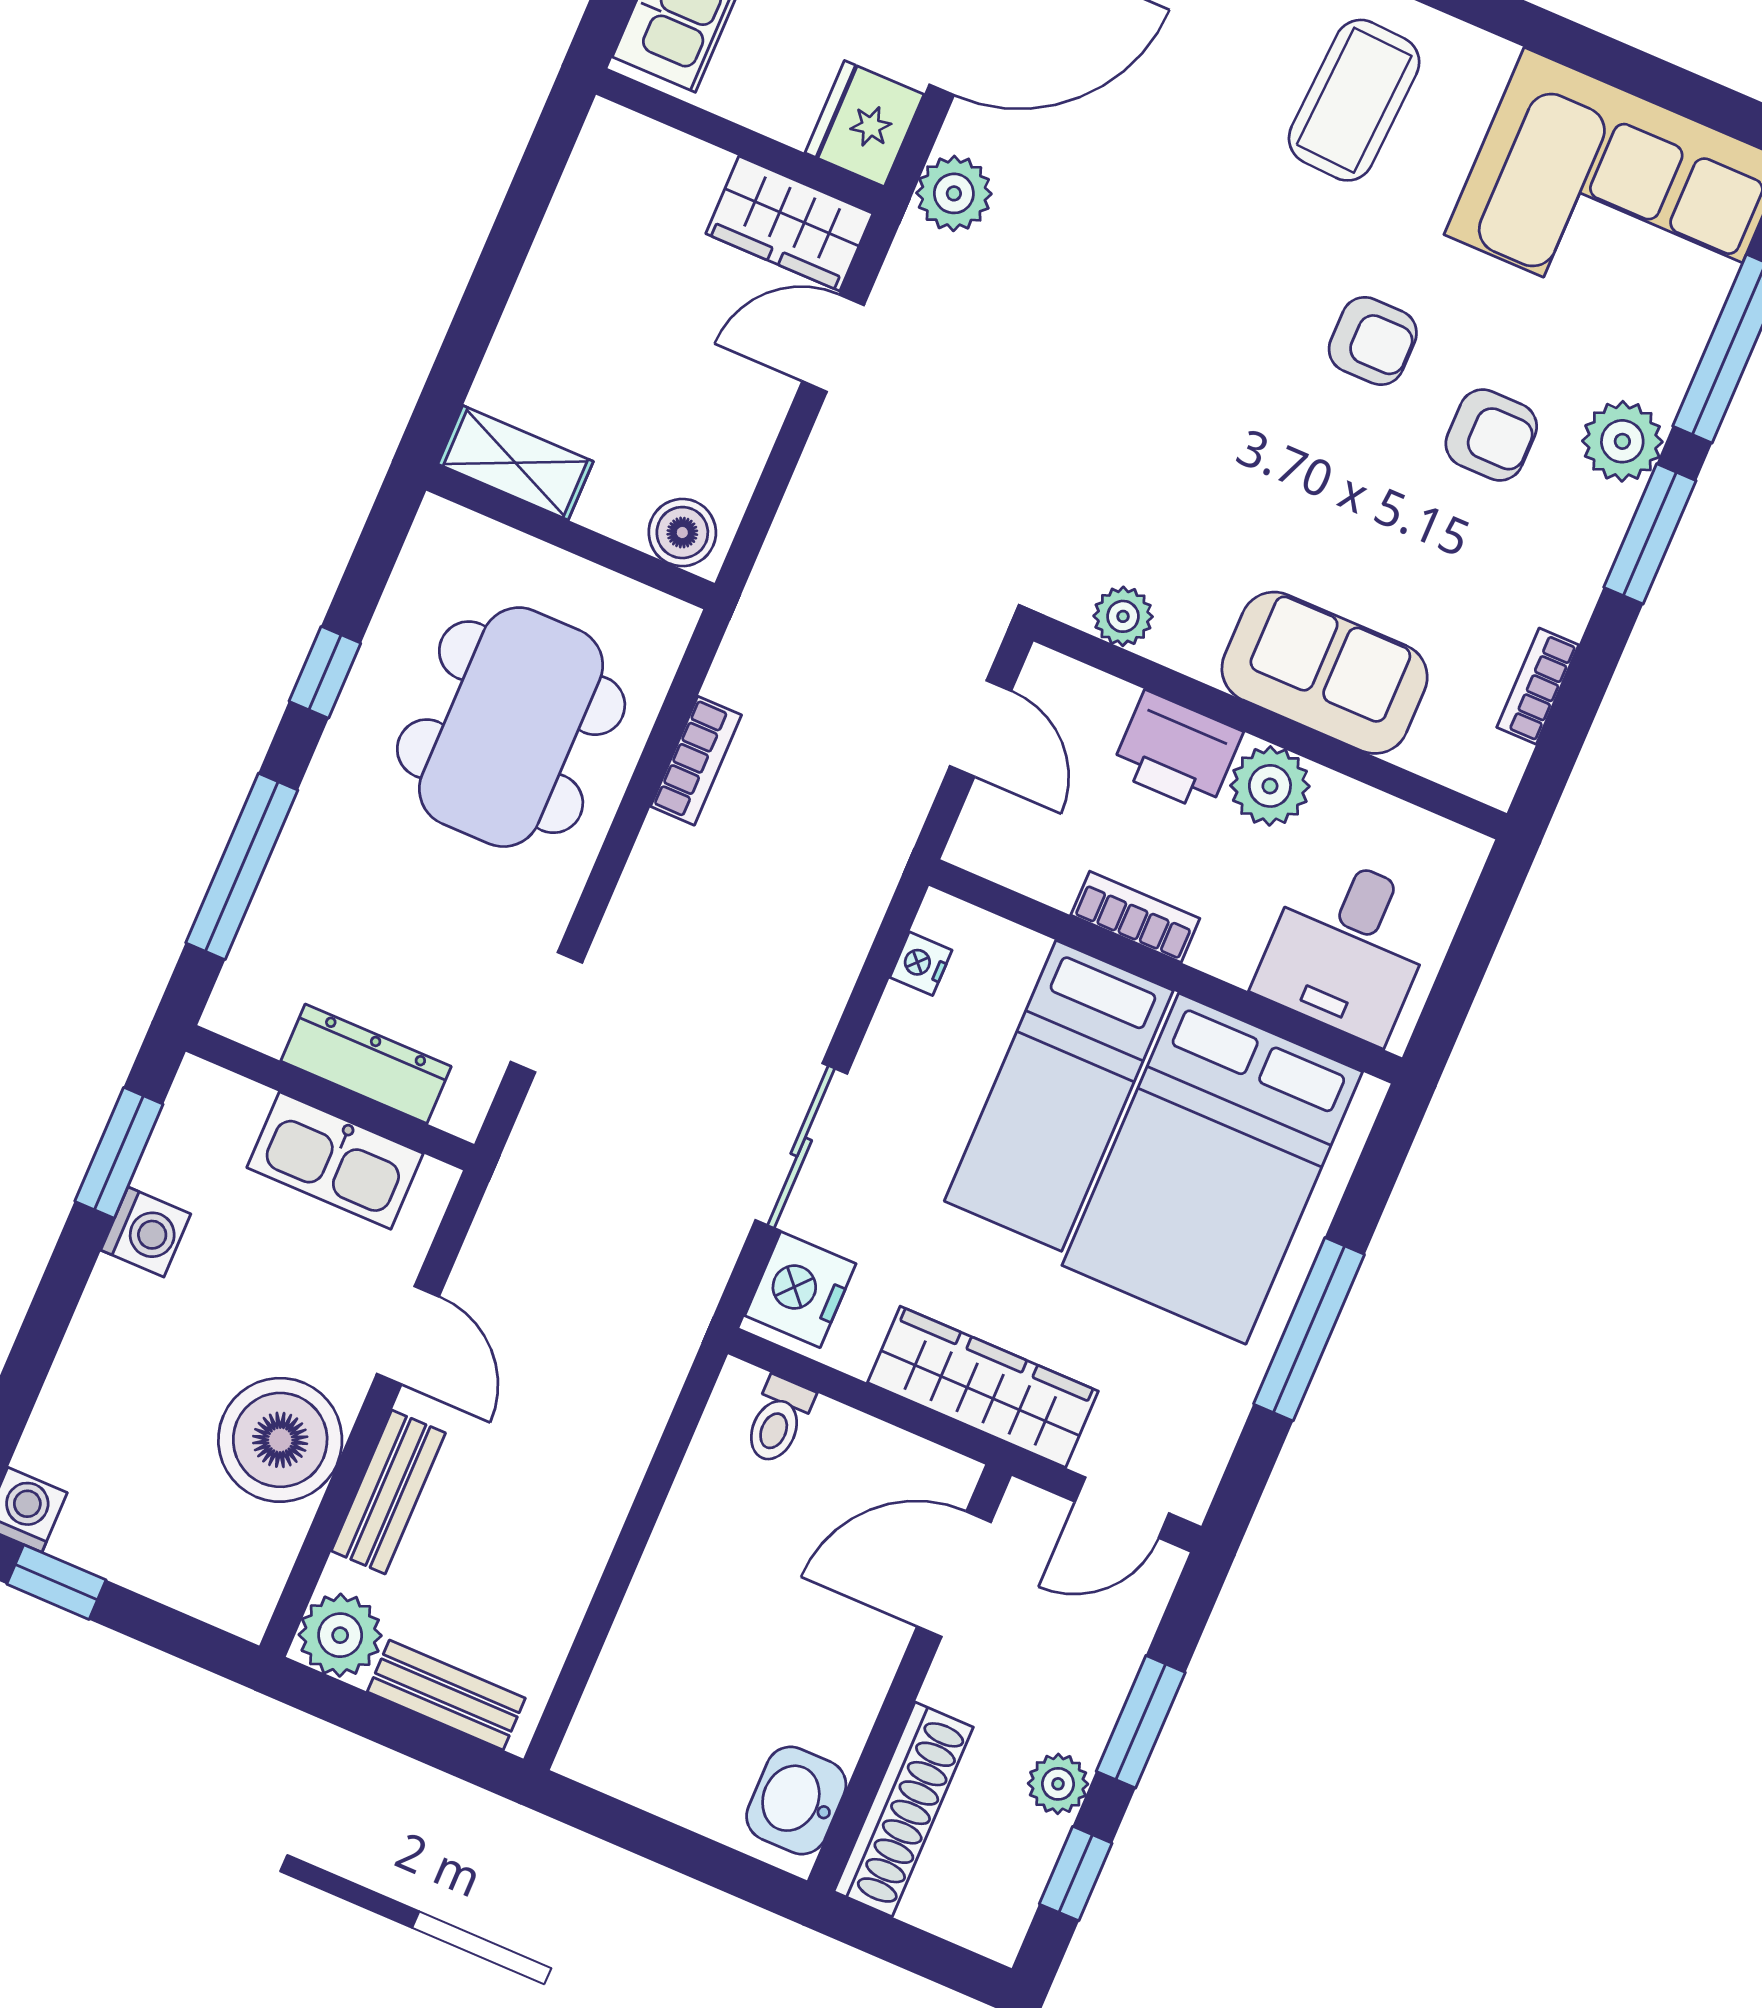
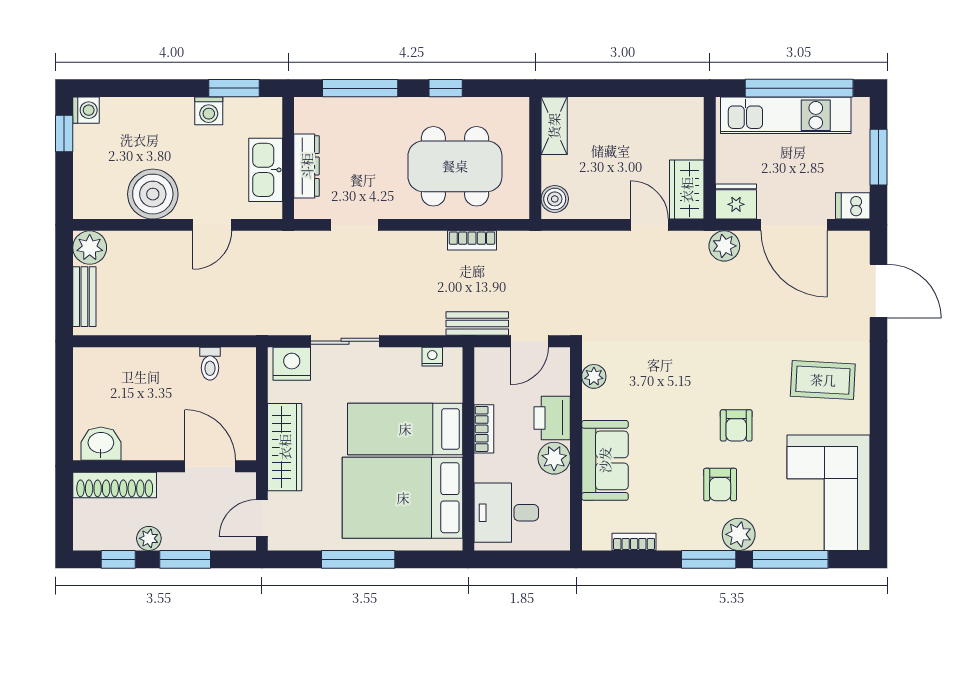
toilet: (778, 1420) -> (210, 364), moved, turned -90
bench: (388, 1492) -> (477, 324), moved
door: (1122, 1508) -> (262, 518), hinge flipped

